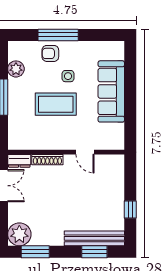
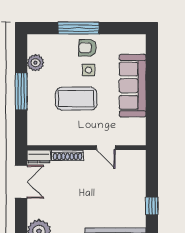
armchair: (50, 53) -> (88, 48), moved

